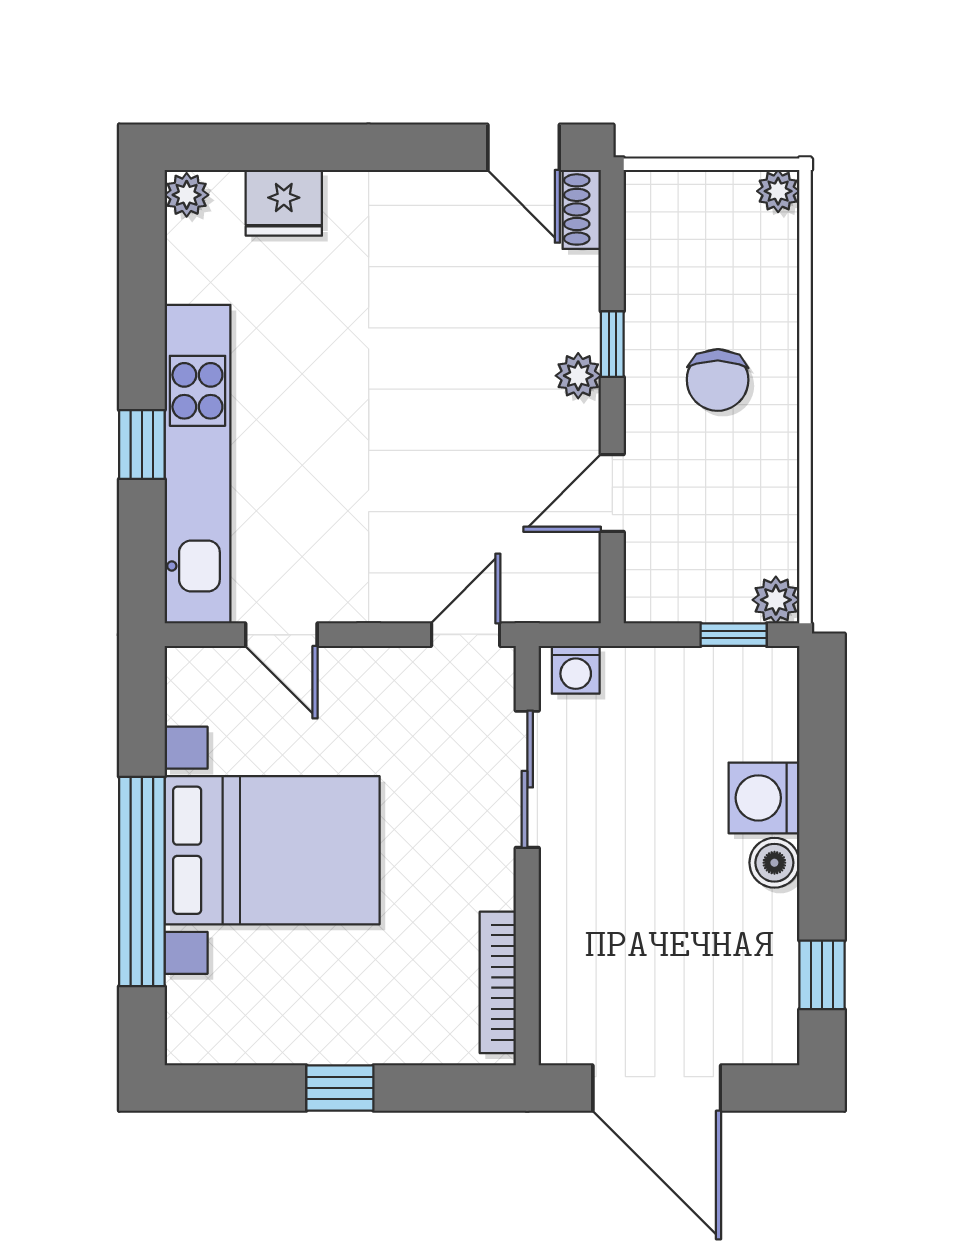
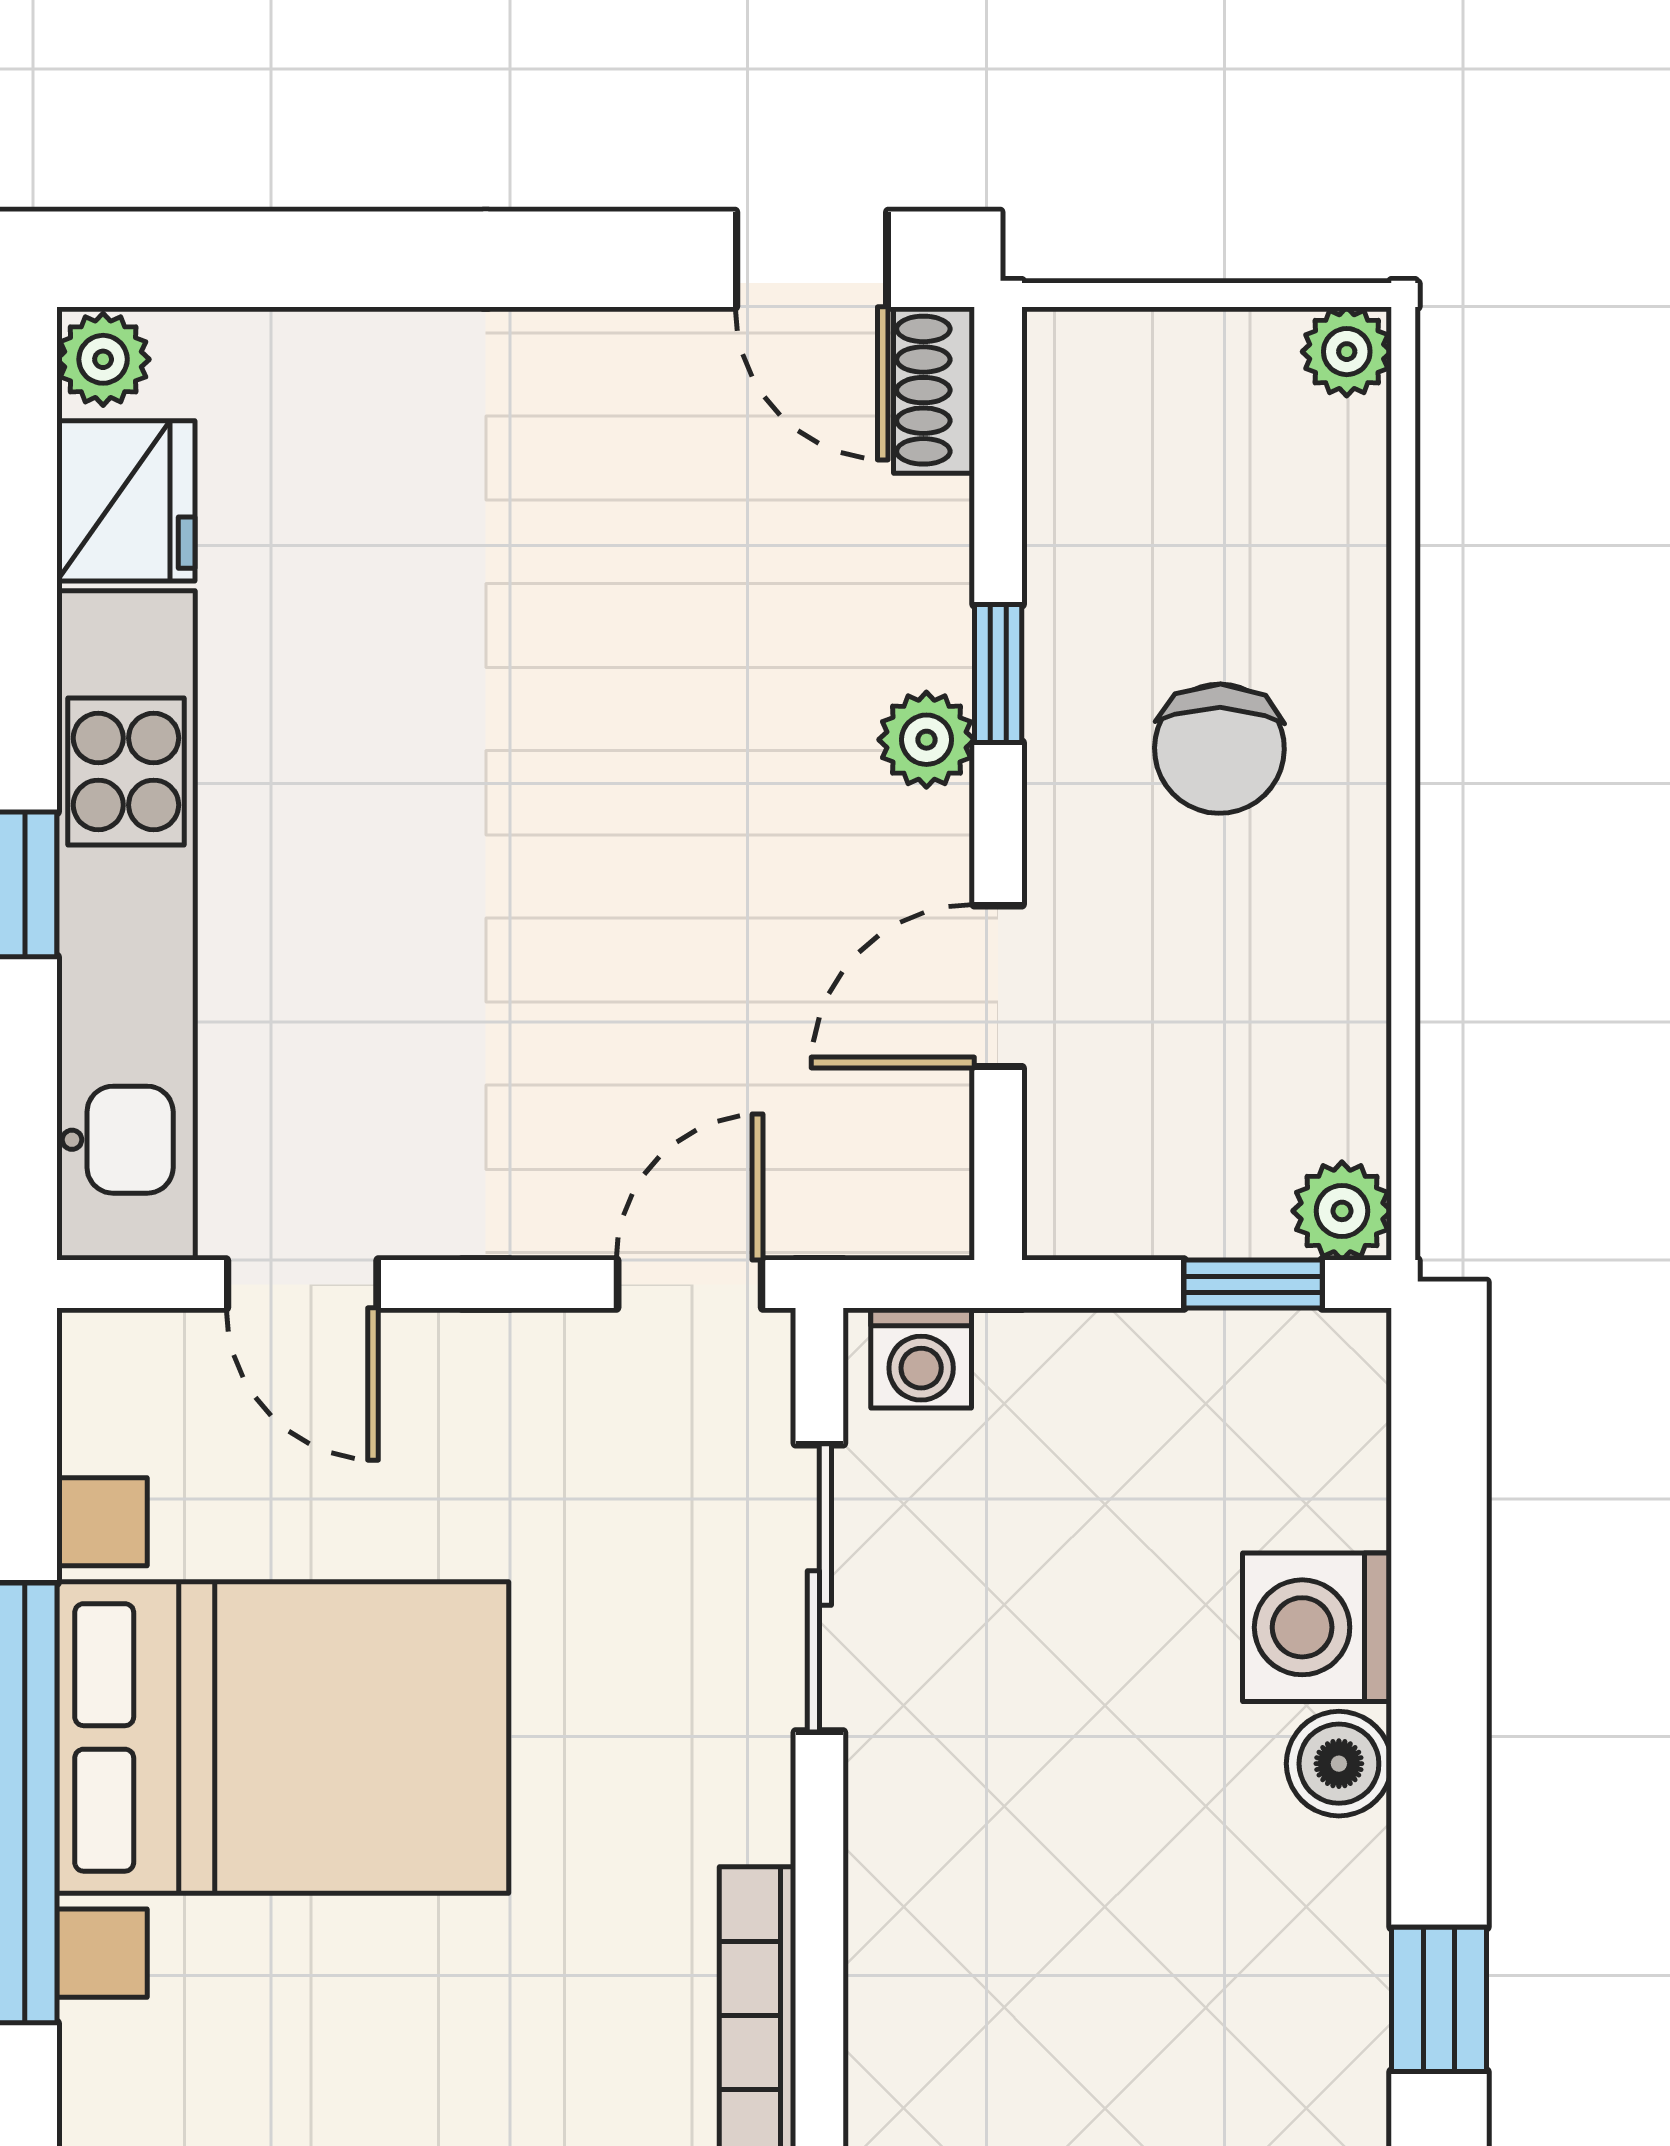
fridge: (284, 203) -> (126, 501), moved, turned -90

